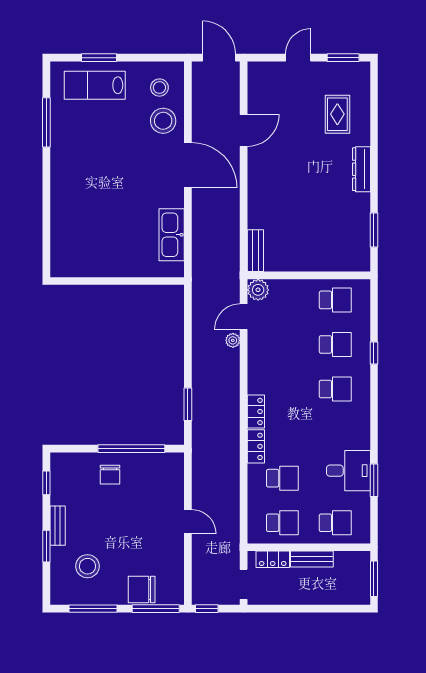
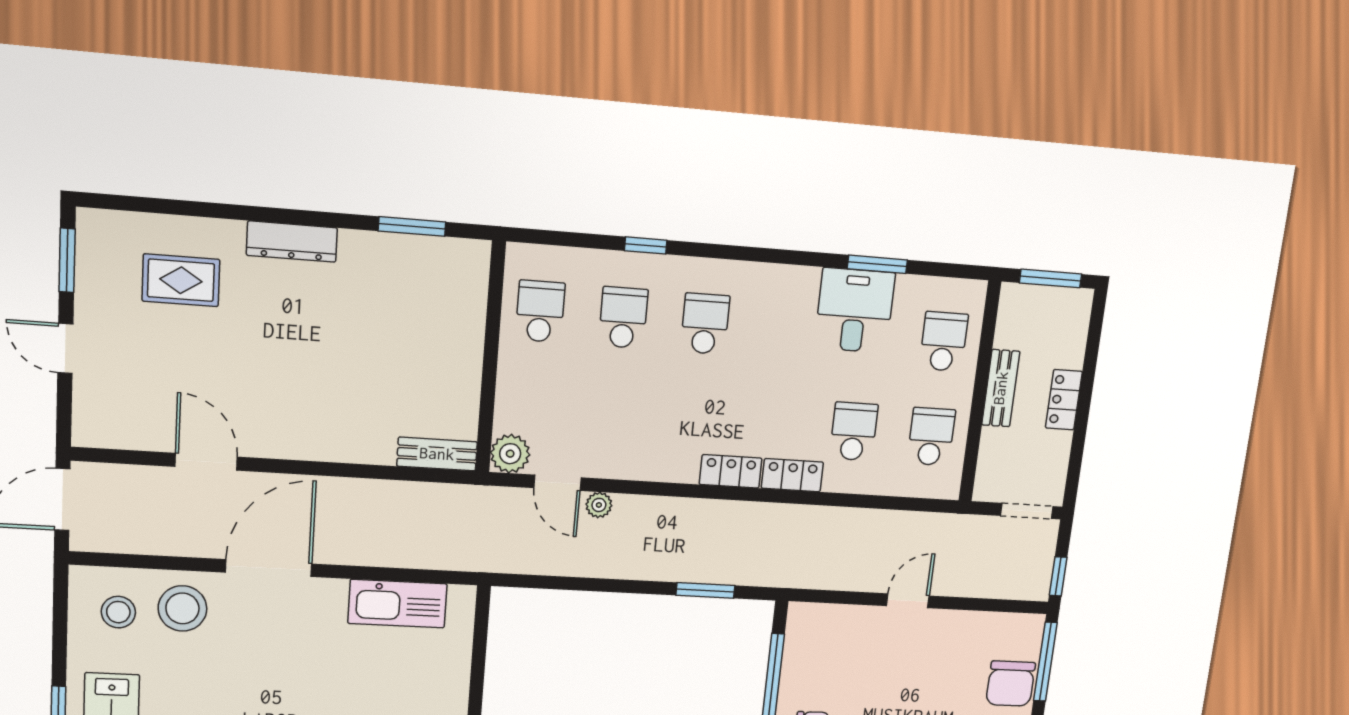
locker: (273, 559) -> (1064, 400), moved, turned 180

